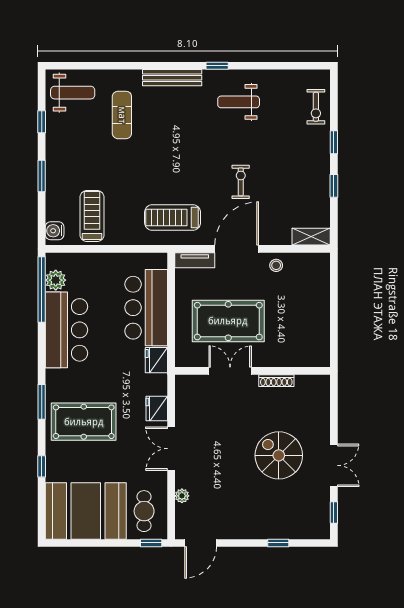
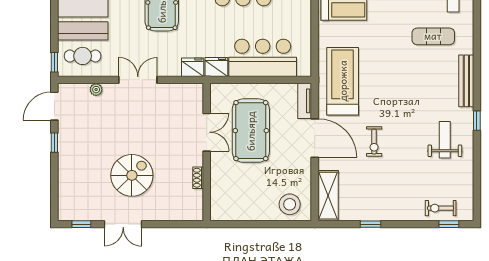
window: (334, 142) -> (449, 224), moved
exercise bike: (241, 182) -> (374, 142), turned 90
treadmill: (173, 218) -> (343, 81), width x1.37, depth x1.38
shelving: (311, 237) -> (328, 196), width x1.50, depth x1.33
stool: (276, 265) -> (290, 204), moved, width x1.89, depth x1.89
shoe rack: (276, 381) -> (198, 178), width x0.70
fridge: (157, 408) -> (193, 67), moved
door: (201, 543) -> (54, 106), hinge flipped
window: (278, 543) -> (54, 143), moved

